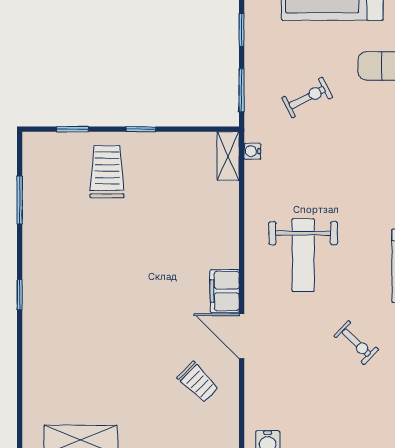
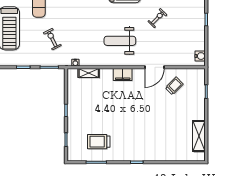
shelving: (228, 156) -> (89, 73), moved
trolley: (107, 172) -> (99, 142), moved
weight bench: (303, 255) -> (120, 41), turned 180
filing cabinet: (225, 291) -> (123, 74), moved

